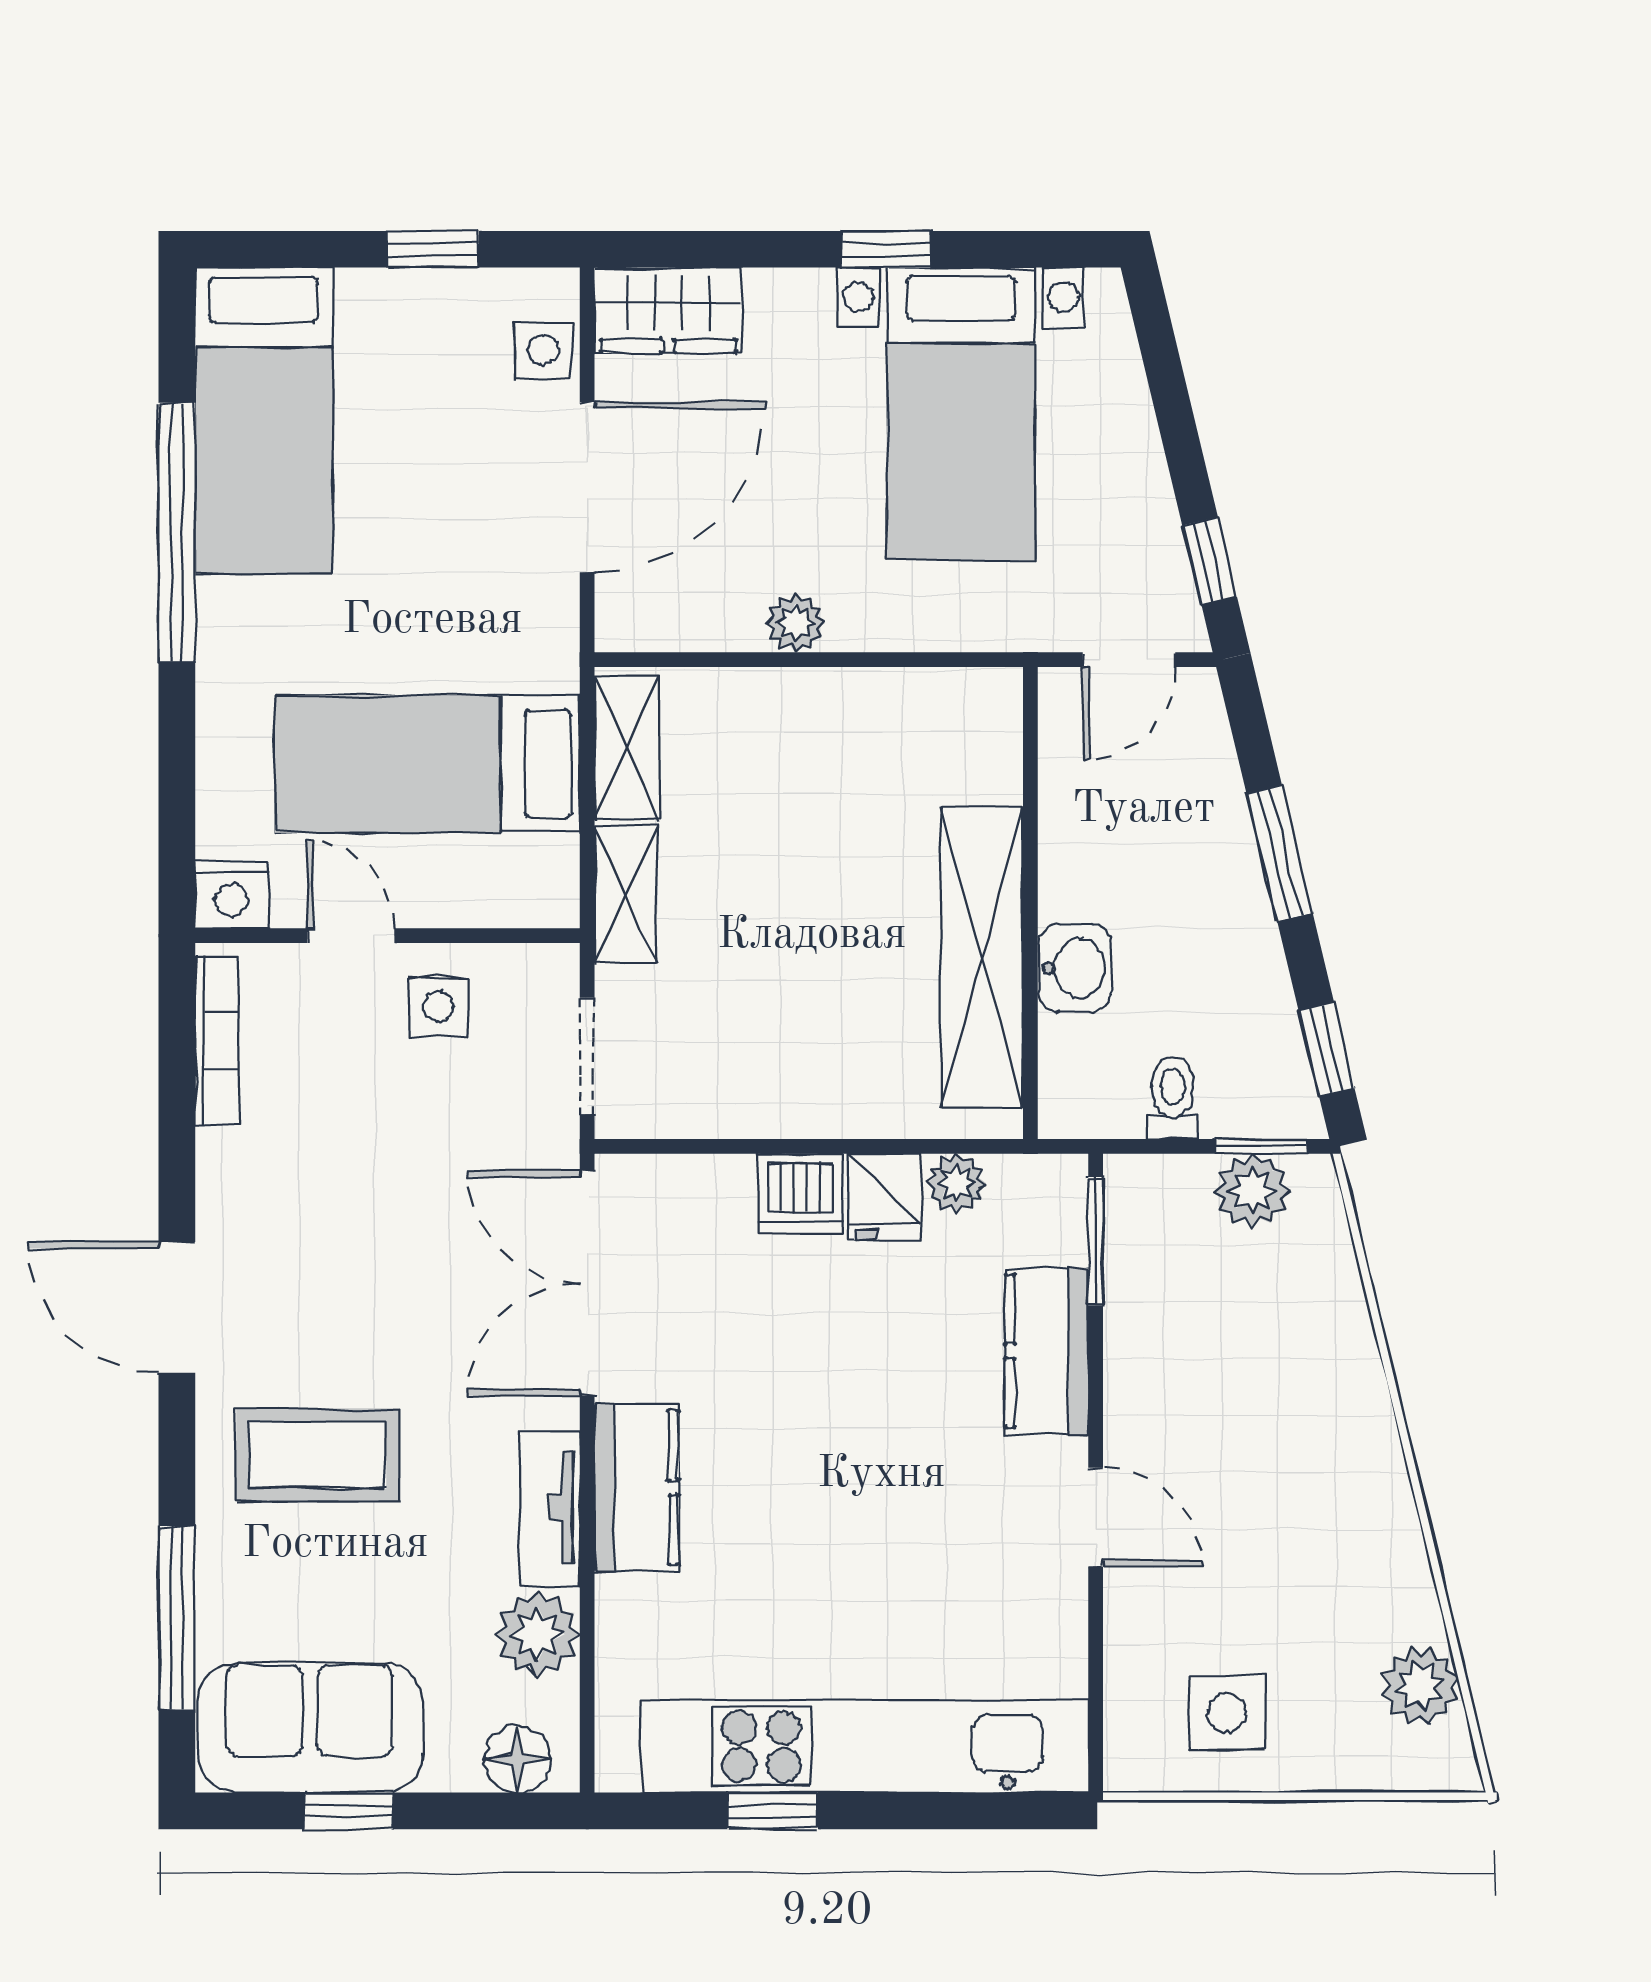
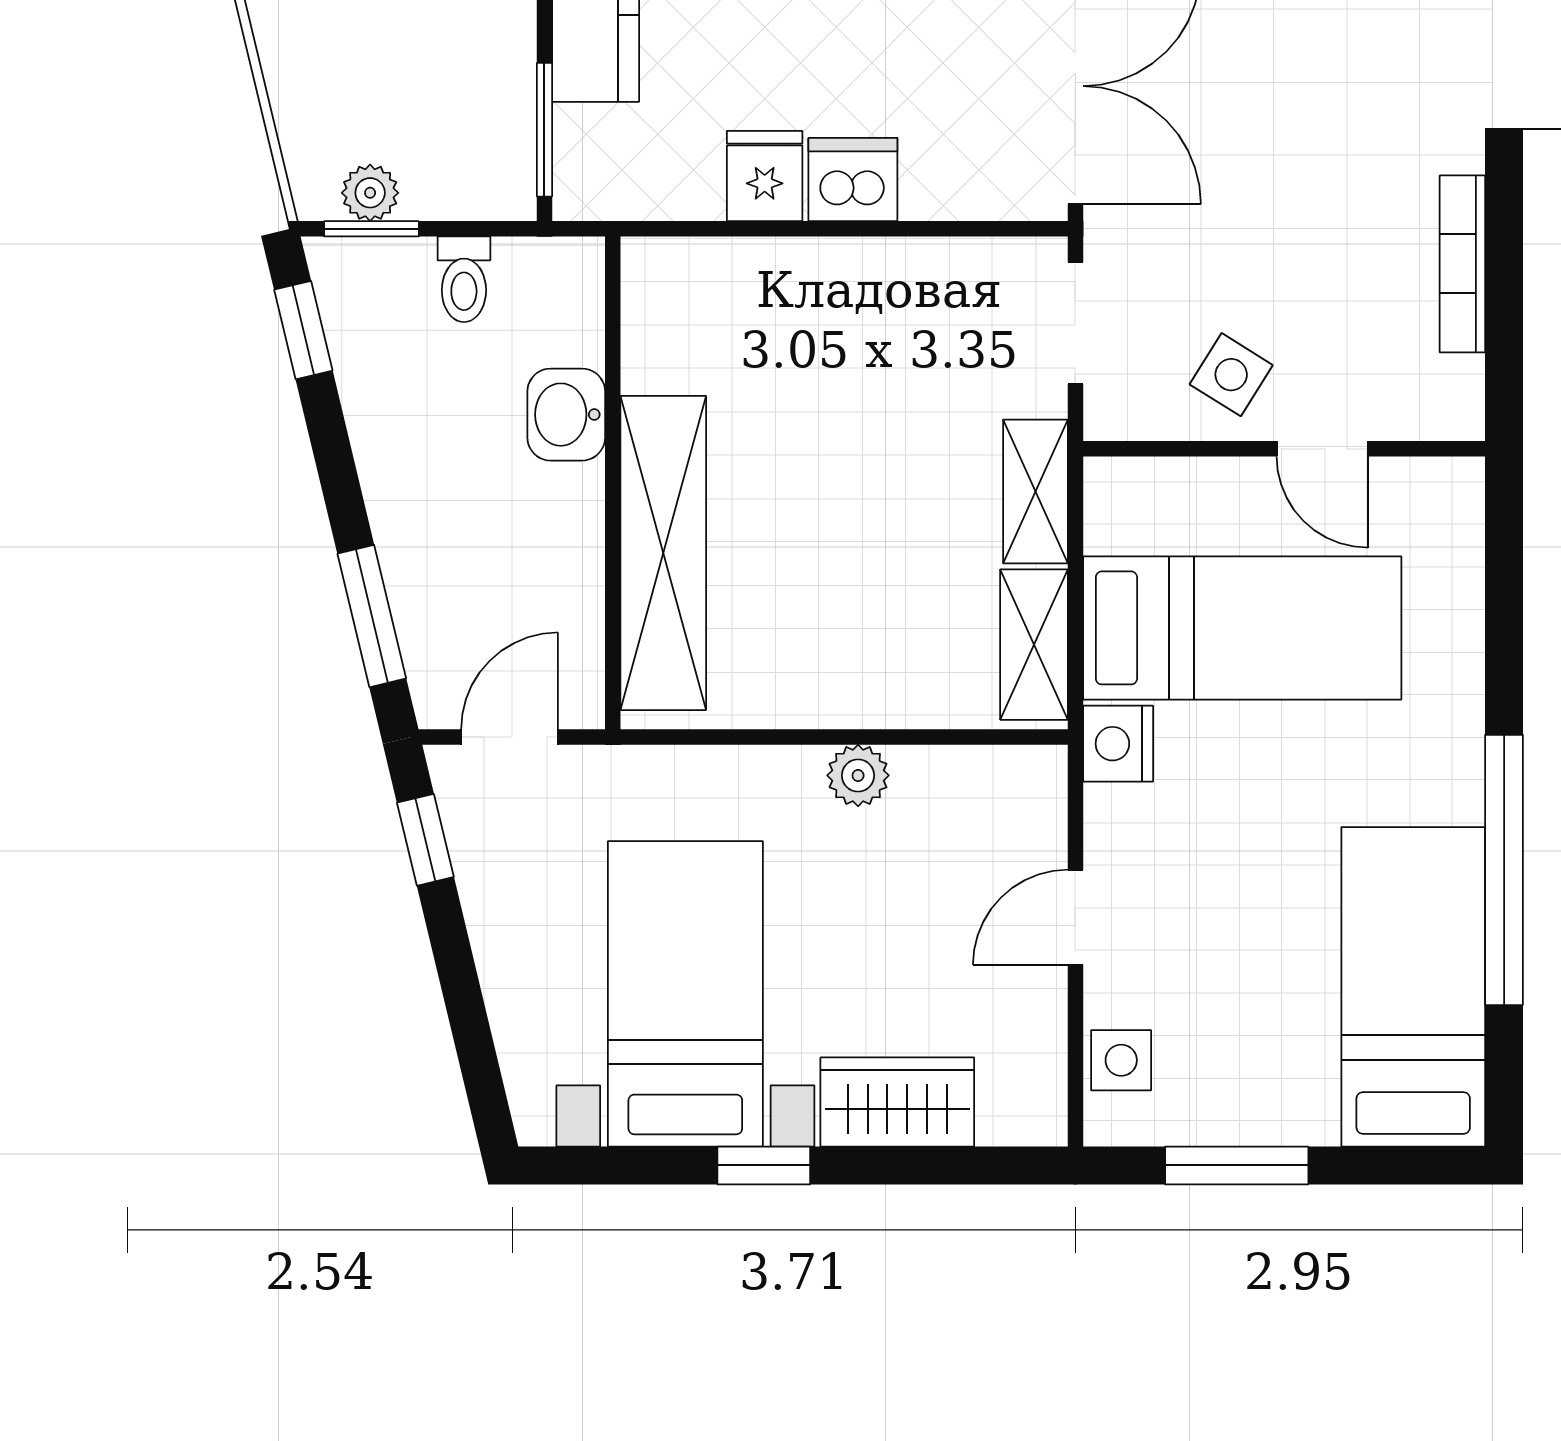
window: (433, 249) -> (1237, 1165), width x1.50
wardrobe: (668, 310) -> (897, 1102), moved
door: (587, 487) -> (1075, 917), width x0.53
window: (1280, 853) -> (372, 616), moved
nightstand: (231, 895) -> (1118, 744), moved, turned -90
shelving: (982, 957) -> (663, 553), moved
side table: (438, 1007) -> (1231, 375), turned 32
bookcase: (217, 1040) -> (1462, 264), moved
plant: (956, 1183) -> (690, 190), removed
plant: (1252, 1191) -> (370, 193), width x0.73, depth x0.73

